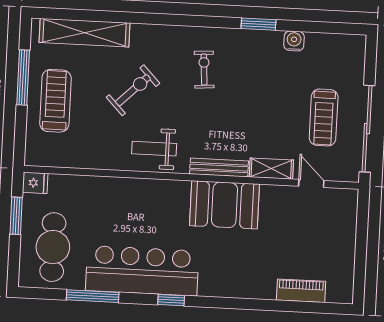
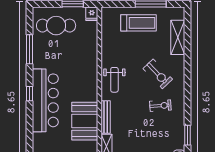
shelving: (85, 33) -> (178, 37), width x0.68
exercise bike: (133, 90) -> (158, 74), moved
weight bench: (154, 149) -> (114, 80), turned 180
bar counter: (142, 271) -> (45, 100), moved

